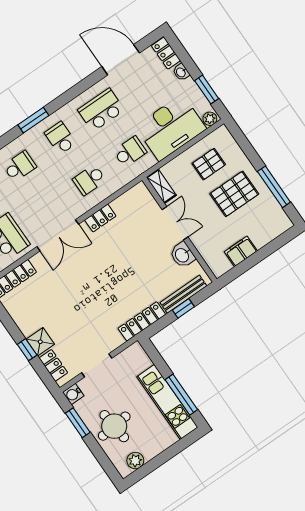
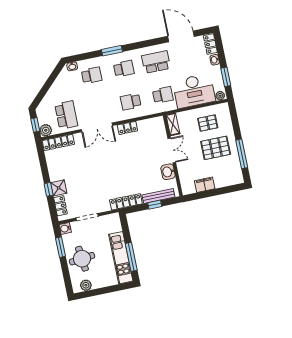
school desk: (60, 138) -> (124, 69), turned 90

